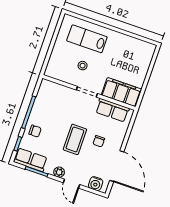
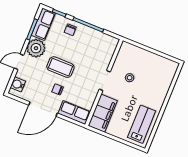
lab bench: (87, 39) -> (142, 124), moved
row of seats: (112, 110) -> (74, 113), moved, turned 90
door: (117, 166) -> (43, 109), moved
plant: (59, 172) -> (36, 48), width x1.88, depth x1.88

